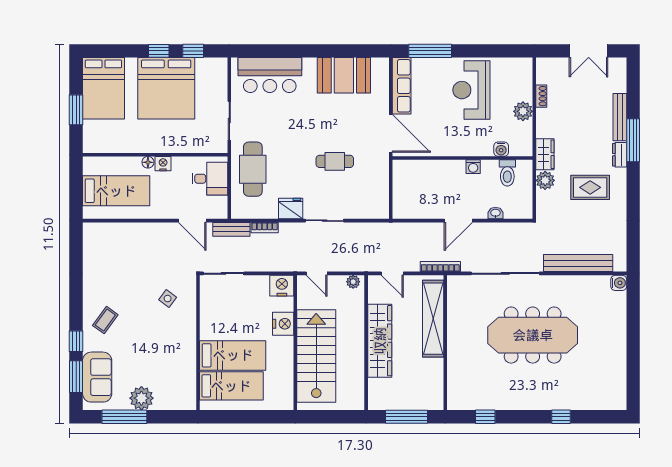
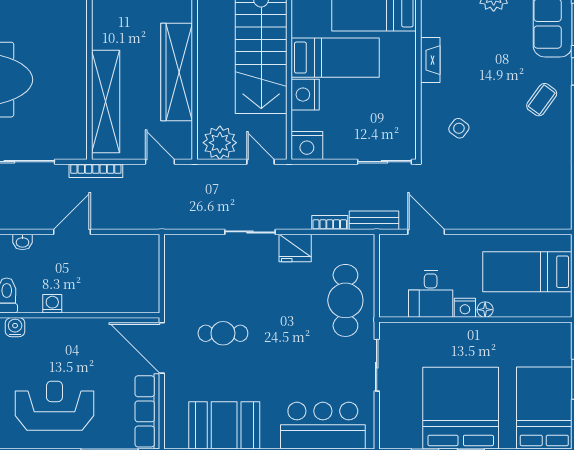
reception desk: (471, 90) -> (54, 406), turned -90
cafe table: (335, 161) -> (223, 333), moved
desk: (210, 179) -> (431, 294), moved, turned -90
plant: (353, 282) -> (220, 143), width x1.87, depth x1.87
fireplace: (189, 350) -> (430, 60), added
bed: (233, 355) -> (335, 58), moved, turned 180

